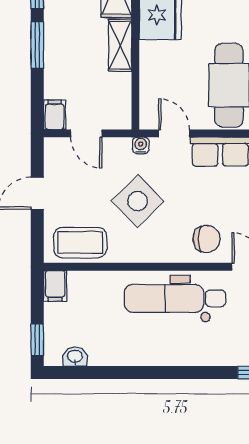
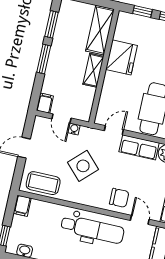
door: (174, 133) -> (114, 130), hinge flipped
water cooler: (141, 145) -> (74, 129), moved
dental chair: (175, 298) -> (92, 229), turned 180

